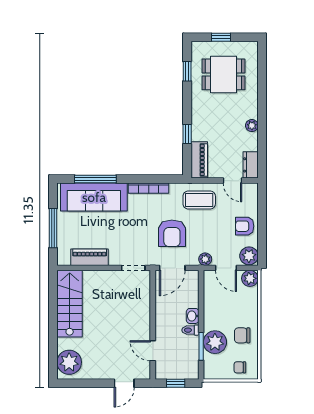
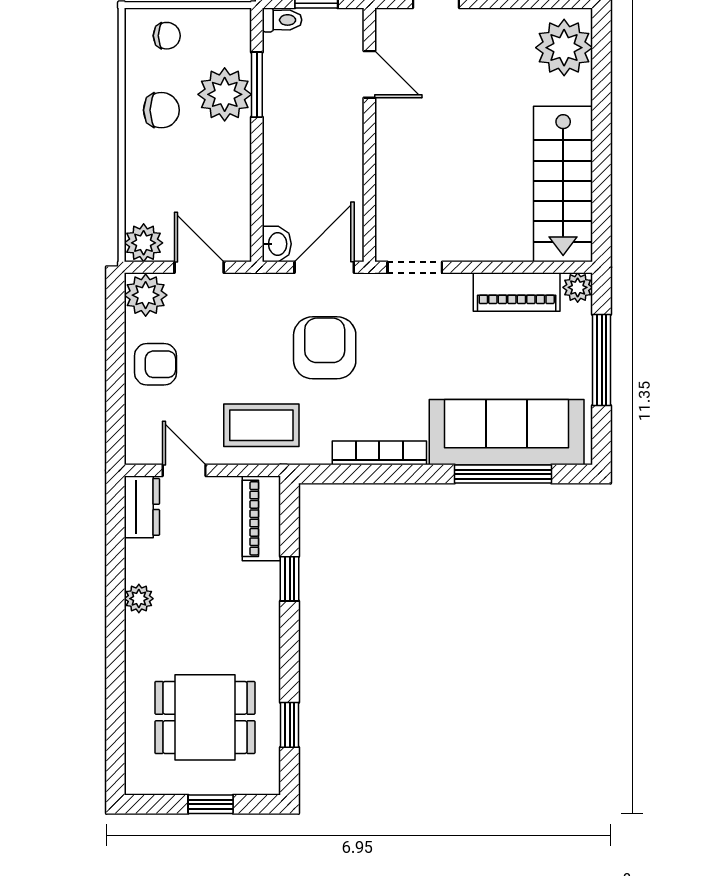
plant: (205, 259) -> (578, 287), moved
washbasin: (193, 316) -> (277, 244), moved
toilet: (190, 330) -> (282, 20), moved

